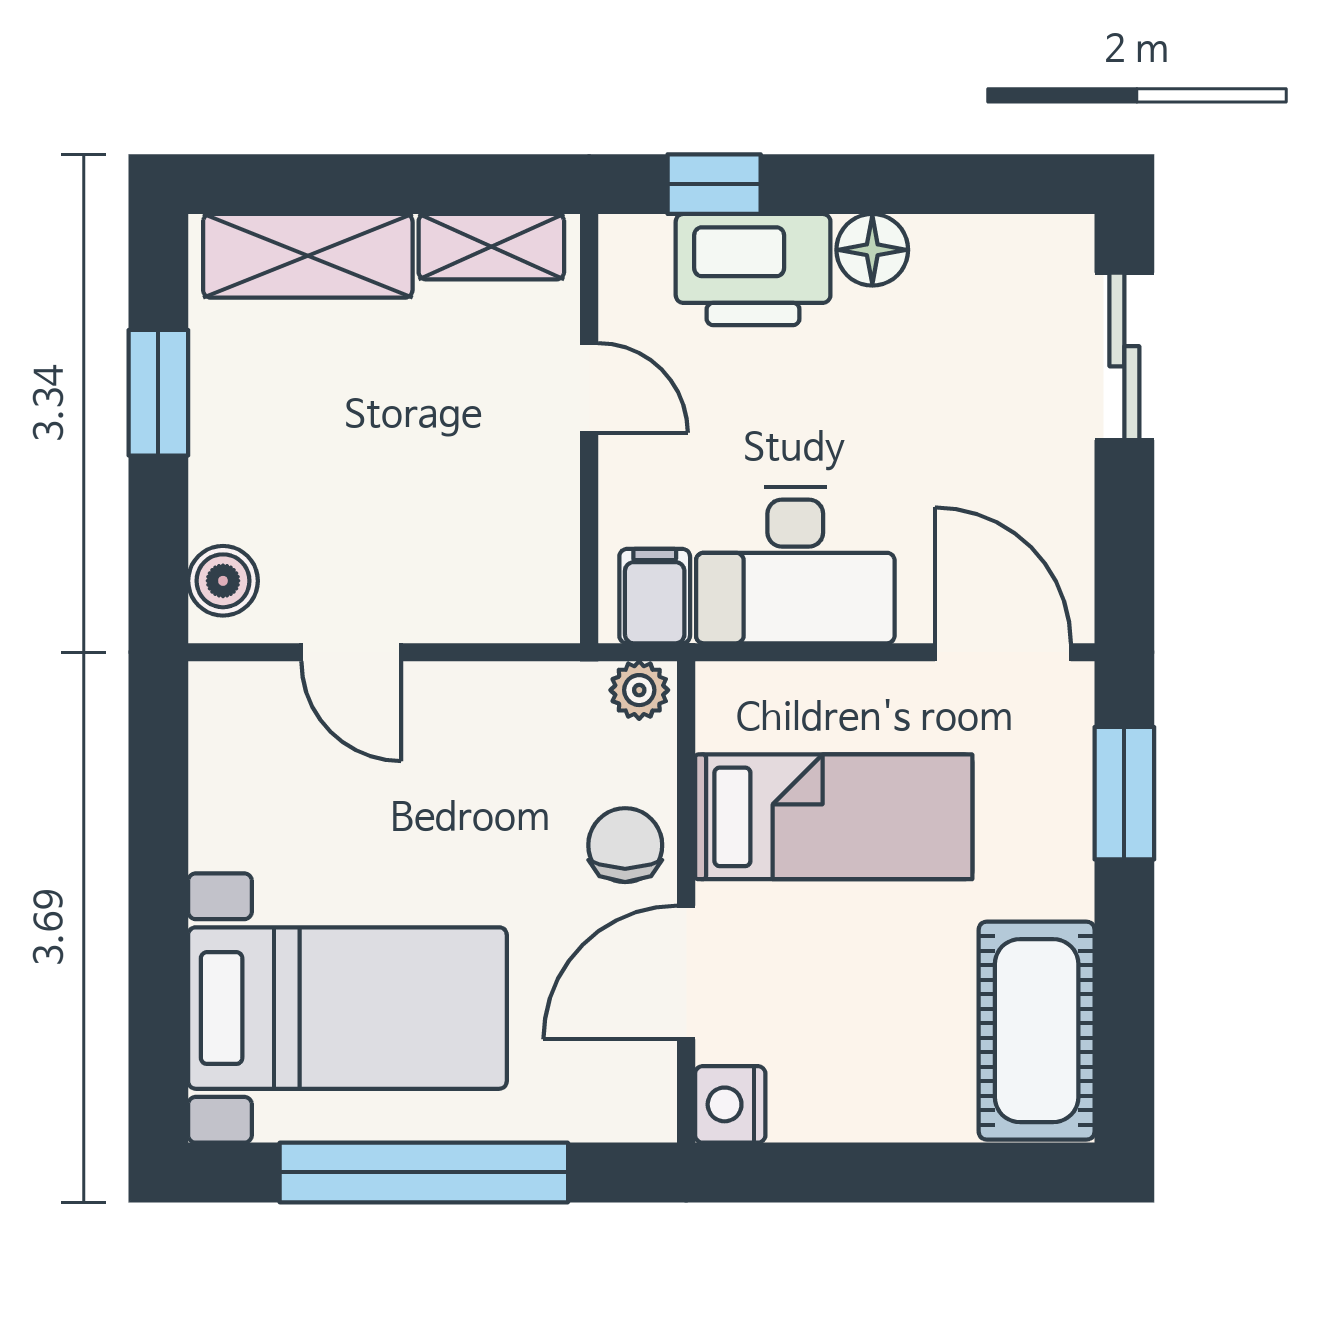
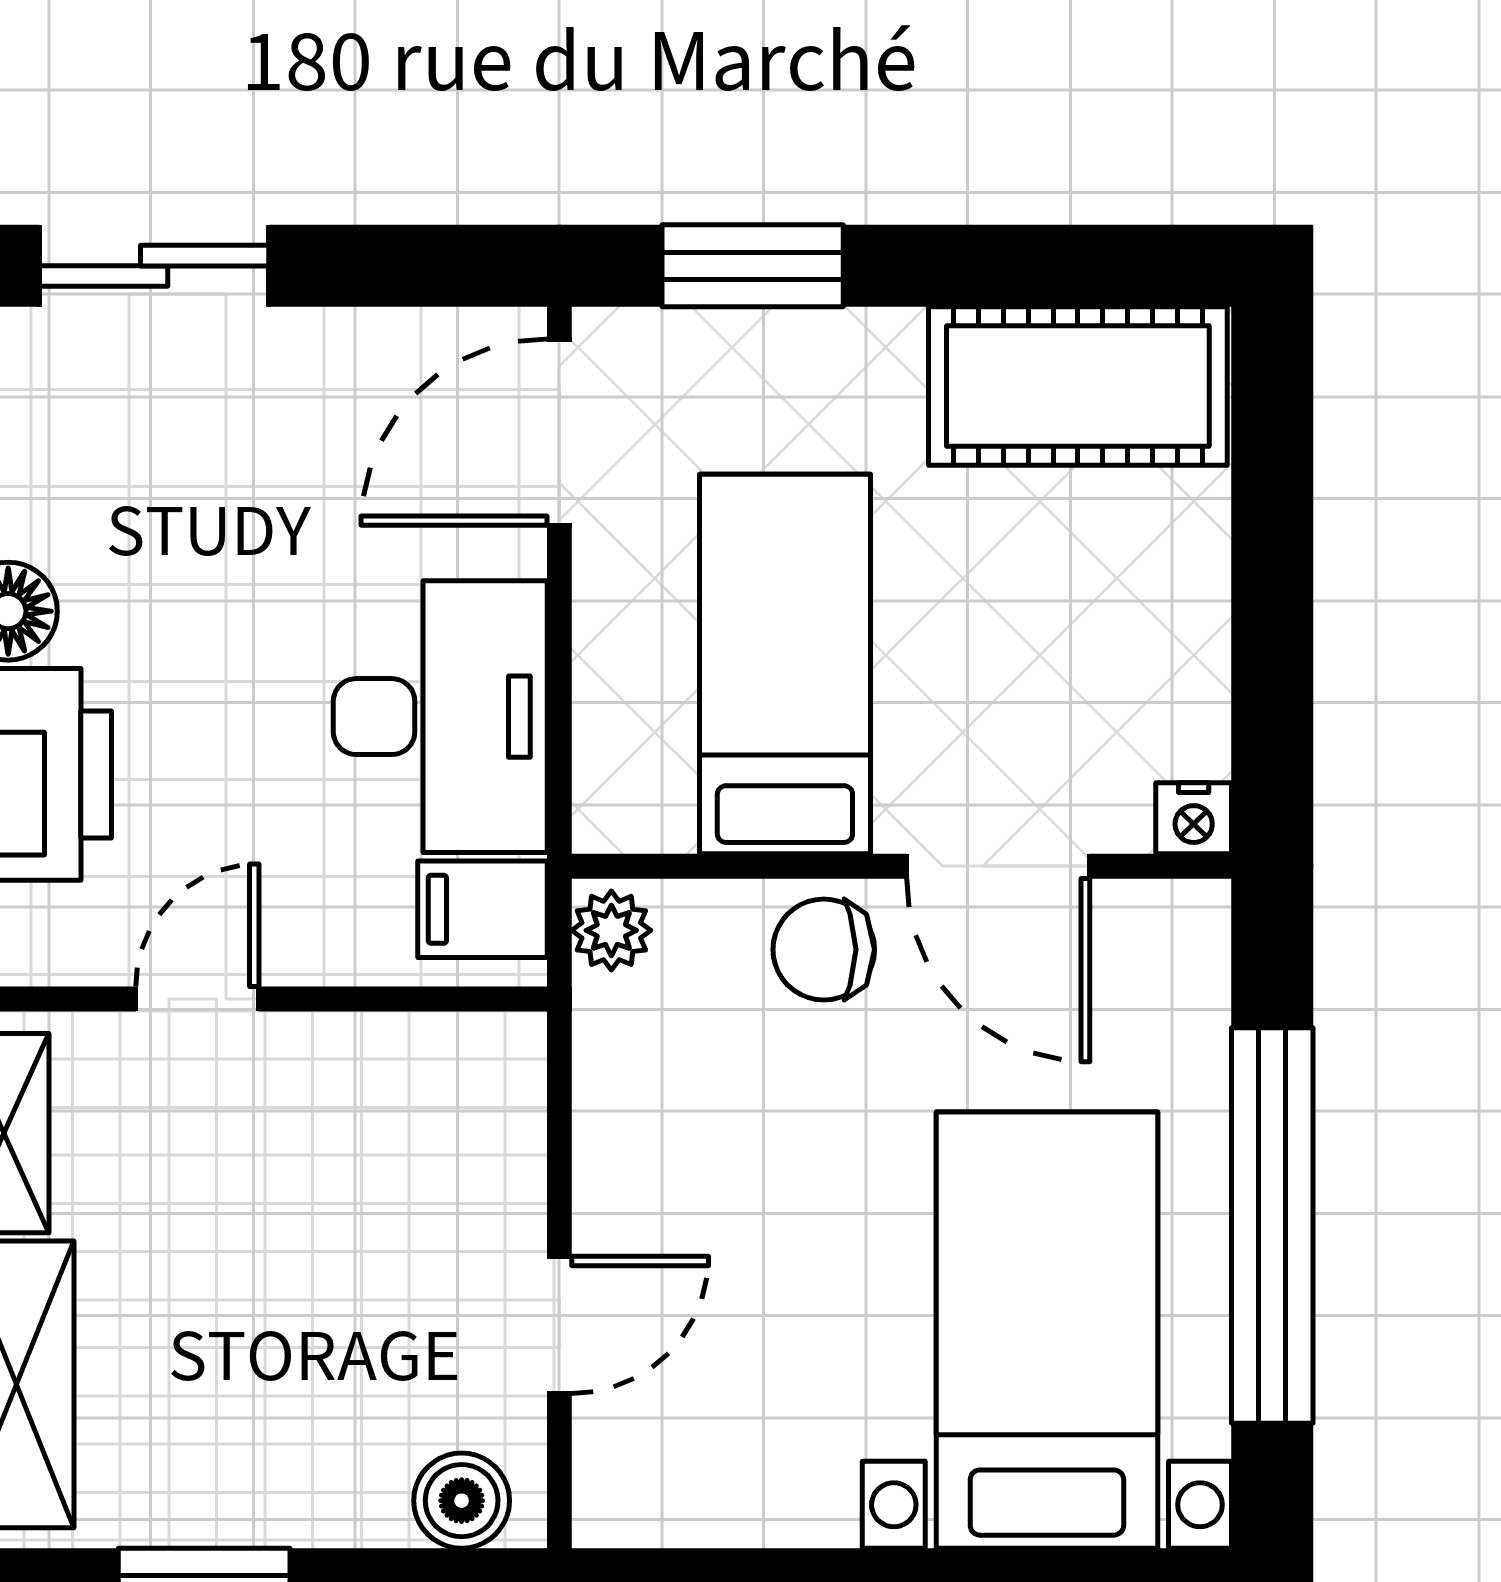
nightstand: (730, 1104) -> (1194, 818), width x0.72, depth x0.74

